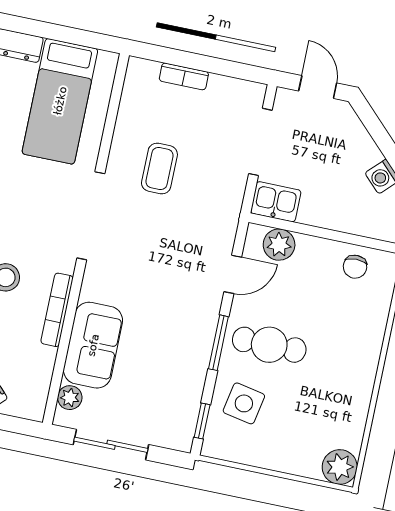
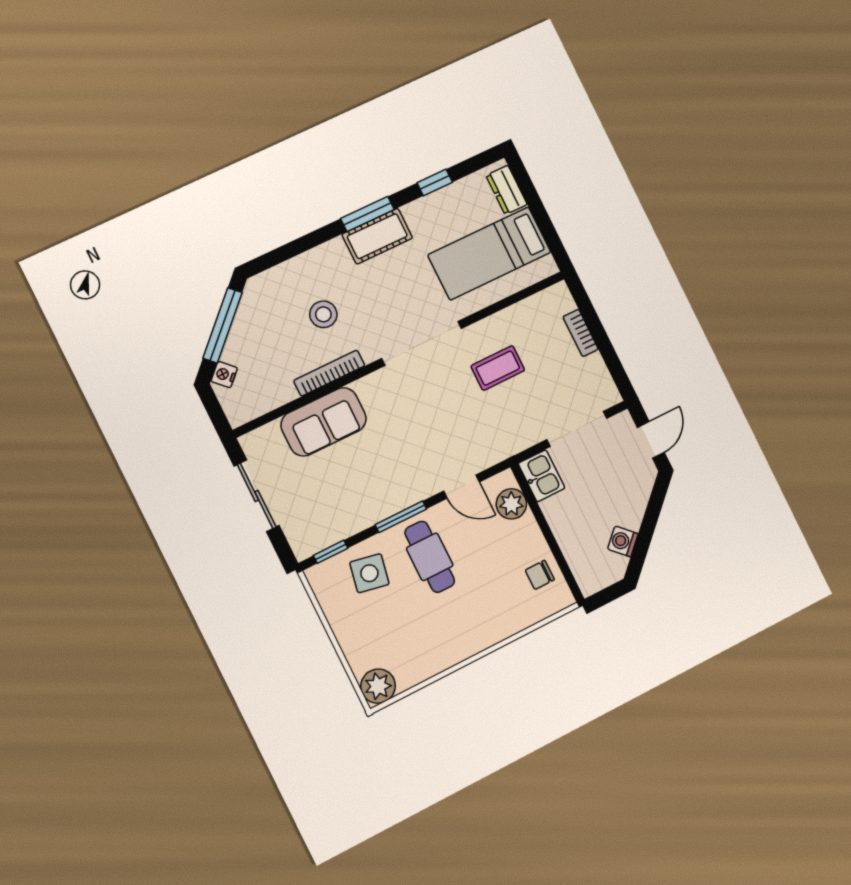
plant: (70, 398) -> (269, 435), removed

